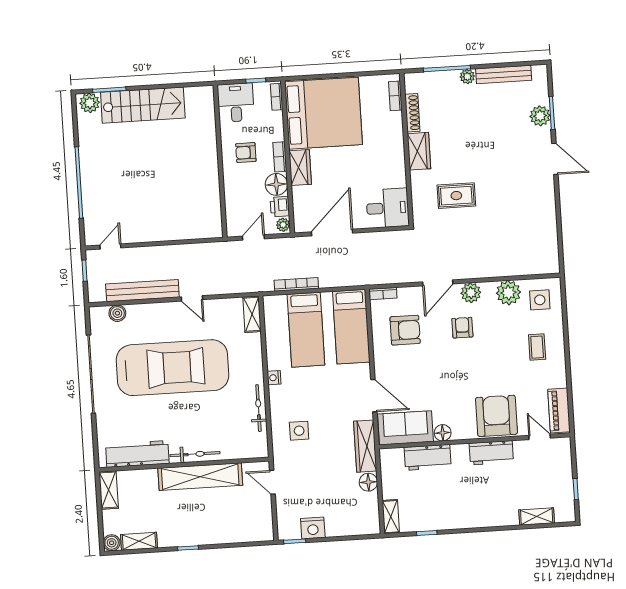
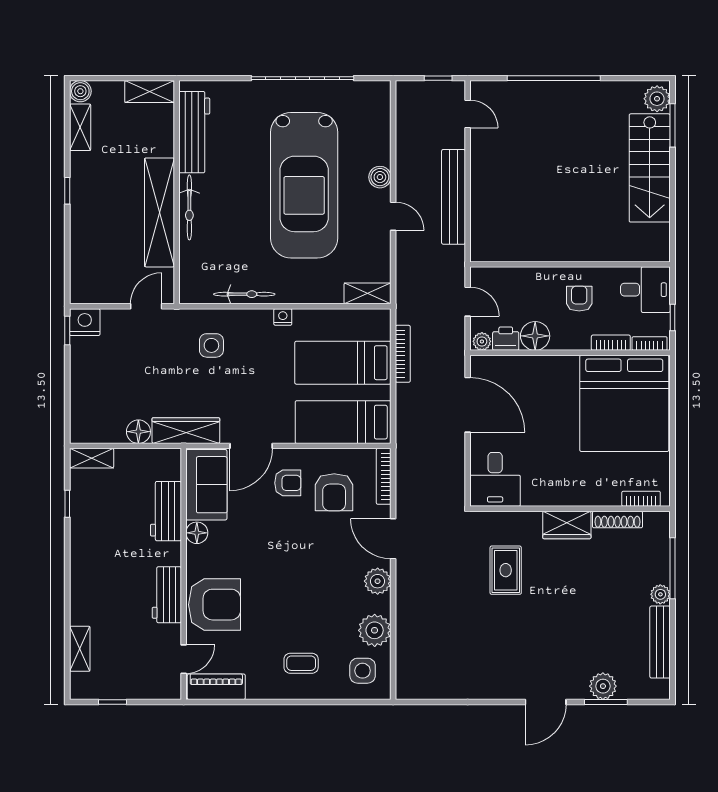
bookcase: (280, 157) -> (611, 343), moved
wardrobe: (300, 168) -> (555, 368), removed
bench: (142, 291) -> (454, 197), moved
bookcase: (383, 294) -> (384, 476), width x1.56
door: (192, 298) -> (393, 216), swing flipped
boiler: (117, 313) -> (380, 177), moved
armchair: (462, 328) -> (288, 483), moved
nightstand: (313, 528) -> (85, 322), moved, turned 90

